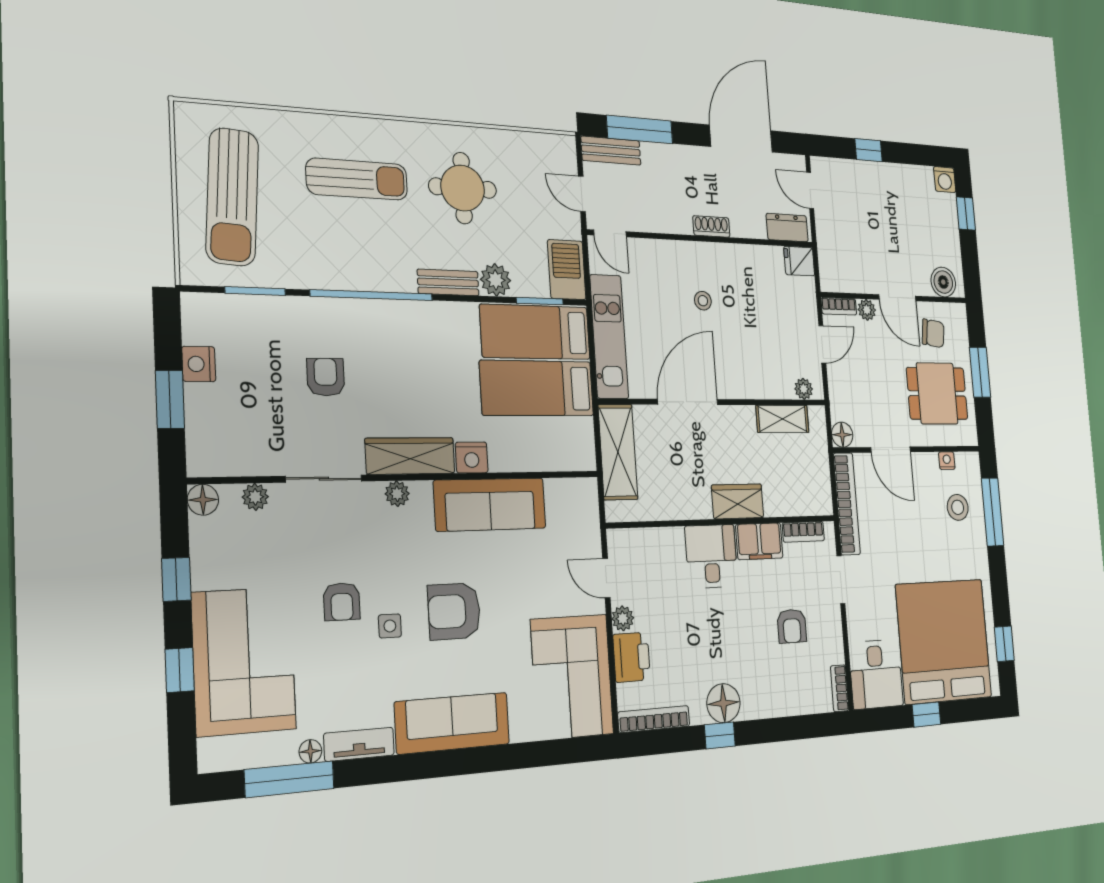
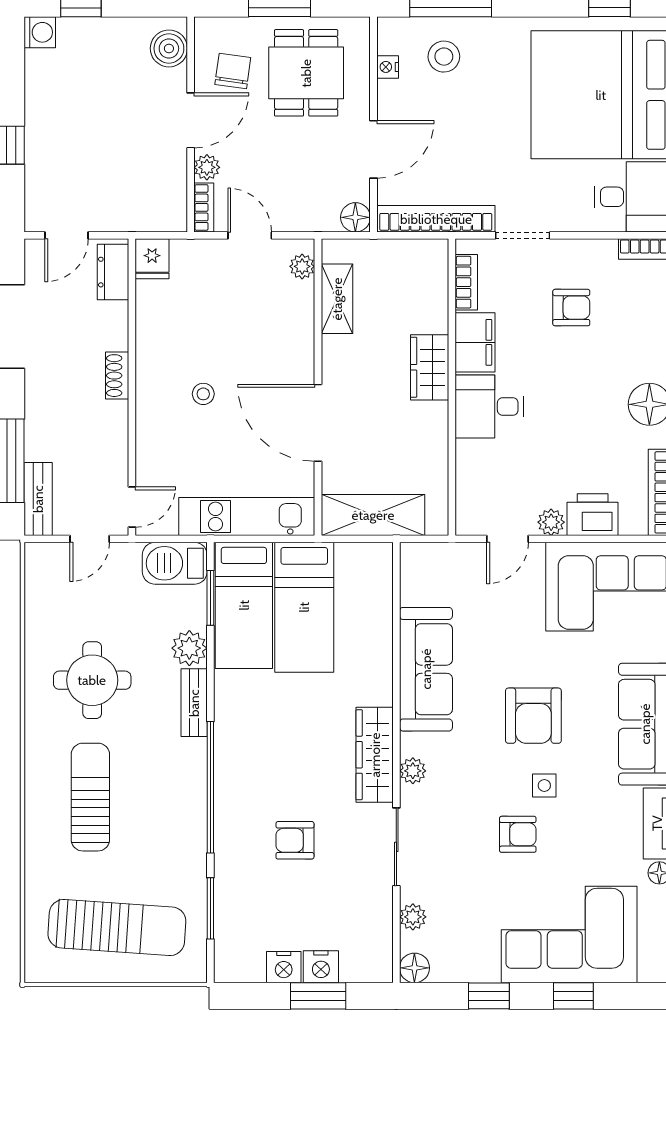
nightstand: (472, 457) -> (321, 967), moved, turned 90

